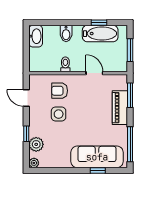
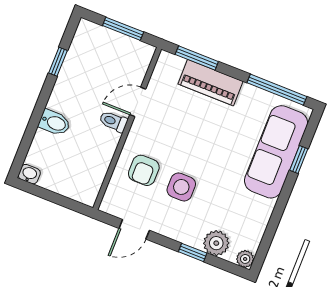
bathtub: (100, 34) -> (77, 67), removed
washbasin: (36, 36) -> (29, 174), width x0.52, depth x0.69
toilet: (65, 64) -> (113, 122), moved

